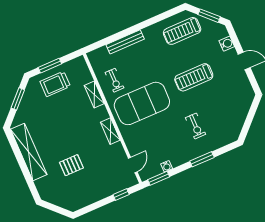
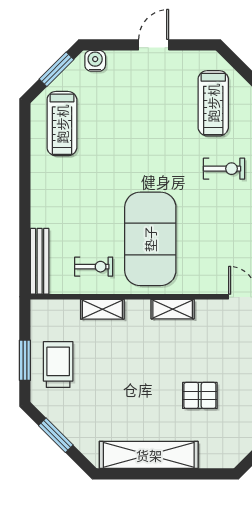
bench: (125, 42) -> (40, 261), moved
water cooler: (227, 44) -> (95, 61), moved
treadmill: (194, 77) -> (213, 103), moved
trolley: (55, 84) -> (58, 365), turned 180
pallet: (71, 165) -> (200, 395), turned 90

